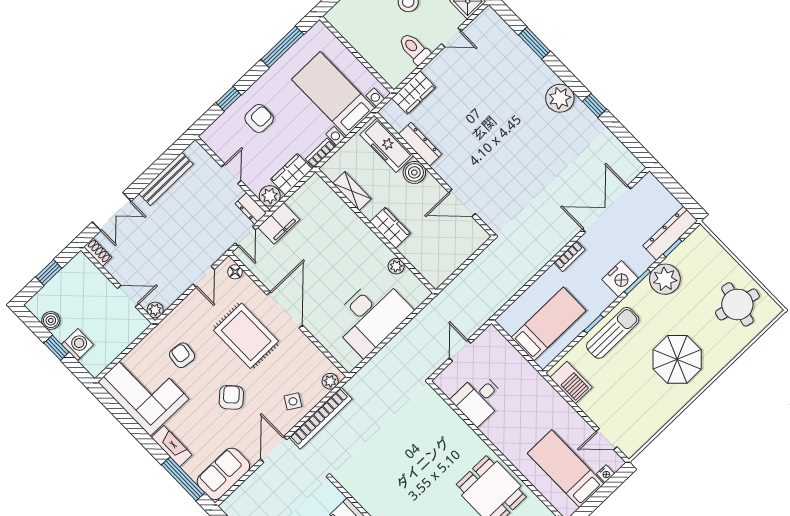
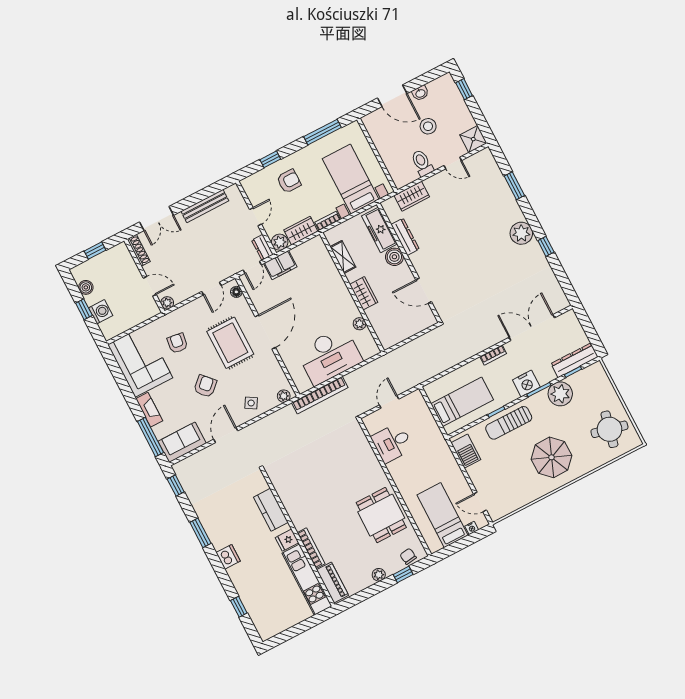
shoe rack: (98, 252) -> (139, 250), width x1.43
sun lounger: (613, 333) -> (509, 423), turned 180
bookcase: (321, 418) -> (320, 395), moved

